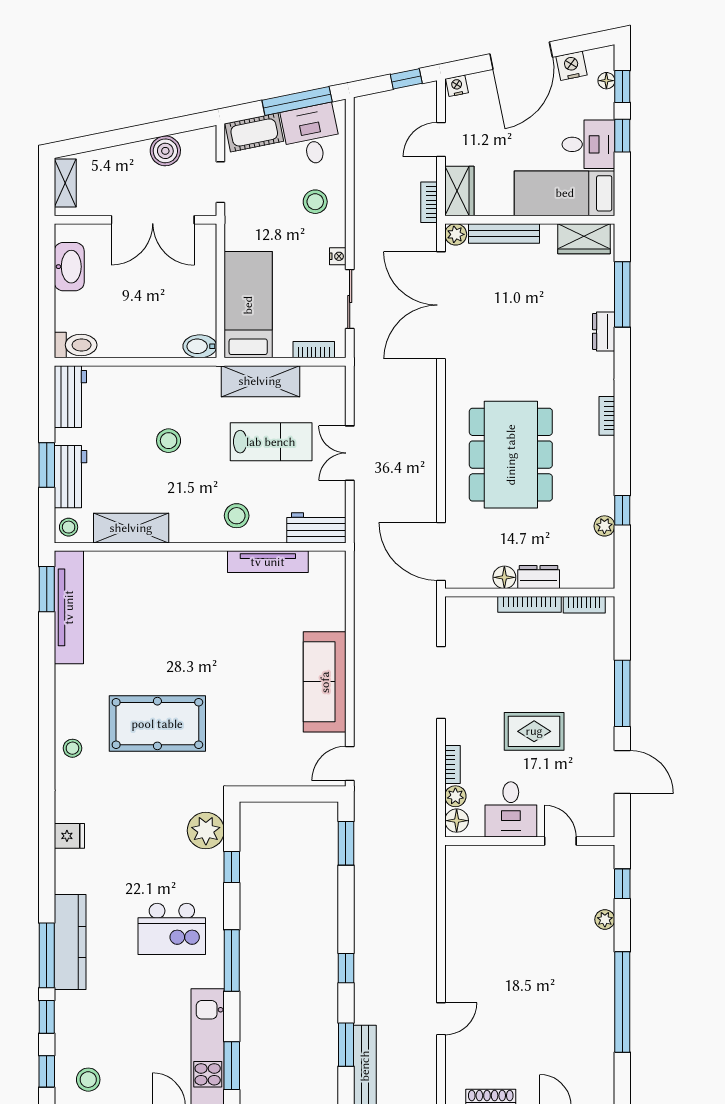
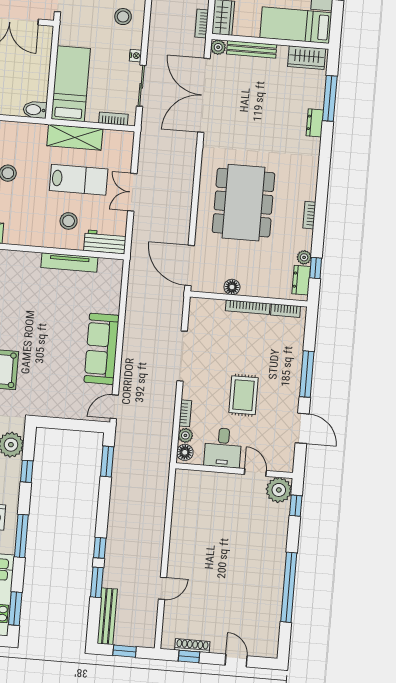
bookcase: (607, 416) -> (309, 215), moved
window: (622, 510) -> (316, 268), moved
stool: (237, 516) -> (69, 221), moved
dresser: (539, 577) -> (301, 280), moved, turned -90
rug: (534, 731) -> (244, 395), turned 90
plant: (605, 919) -> (279, 490), moved, width x1.87, depth x1.87
window: (346, 1045) -> (97, 582), moved

